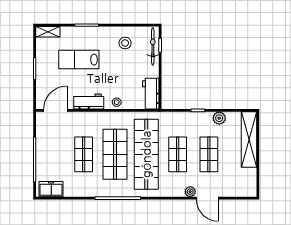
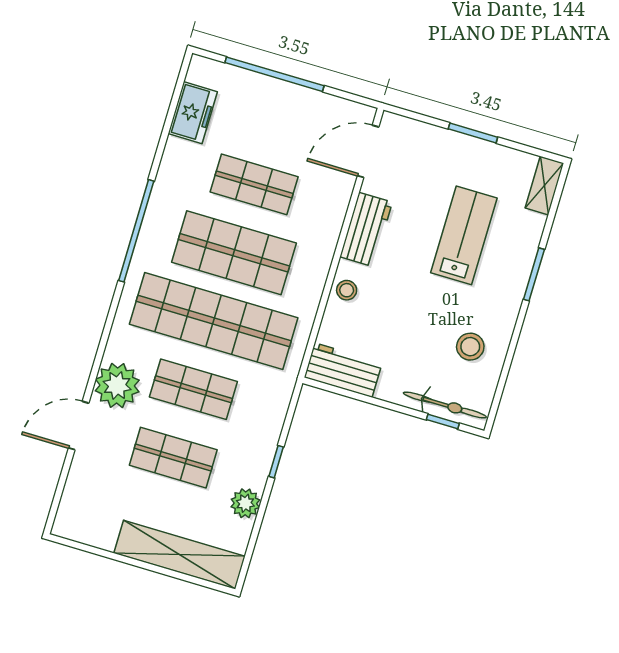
door: (55, 110) -> (368, 151), swing flipped
freezer: (51, 189) -> (193, 113), moved
plant: (190, 192) -> (117, 386), width x1.87, depth x1.87

